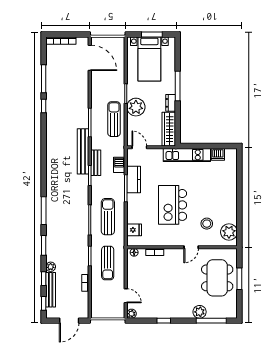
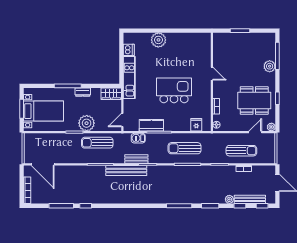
door: (90, 58) -> (43, 164), swing flipped
wardrobe: (169, 129) -> (111, 94), width x0.67
kitchen island: (173, 205) -> (174, 90), turned 180
stool: (207, 224) -> (191, 60), removed
plant: (229, 232) -> (158, 40), moved
sun lounger: (108, 263) -> (241, 151), moved
dining table: (217, 278) -> (254, 101), moved

